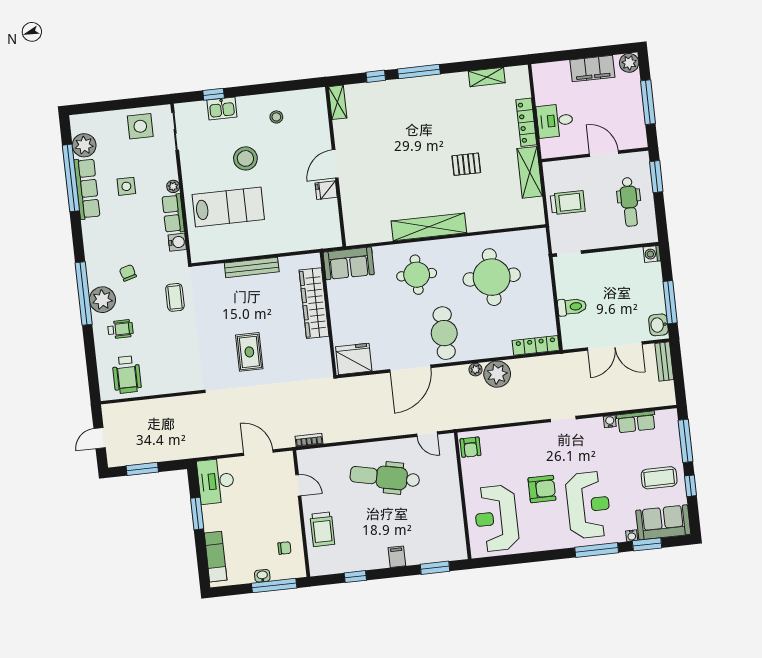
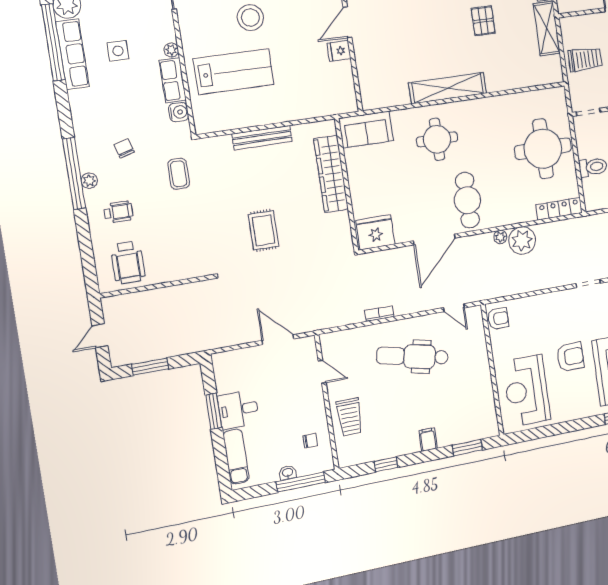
pallet: (466, 164) -> (483, 21), turned 90
round table: (492, 277) -> (543, 149), moved
plant: (102, 300) -> (89, 181), width x0.53, depth x0.53
bookcase: (309, 440) -> (379, 314), moved
armchair: (470, 447) -> (498, 319), turned -90
desk: (216, 481) -> (238, 410), moved, width x0.73

